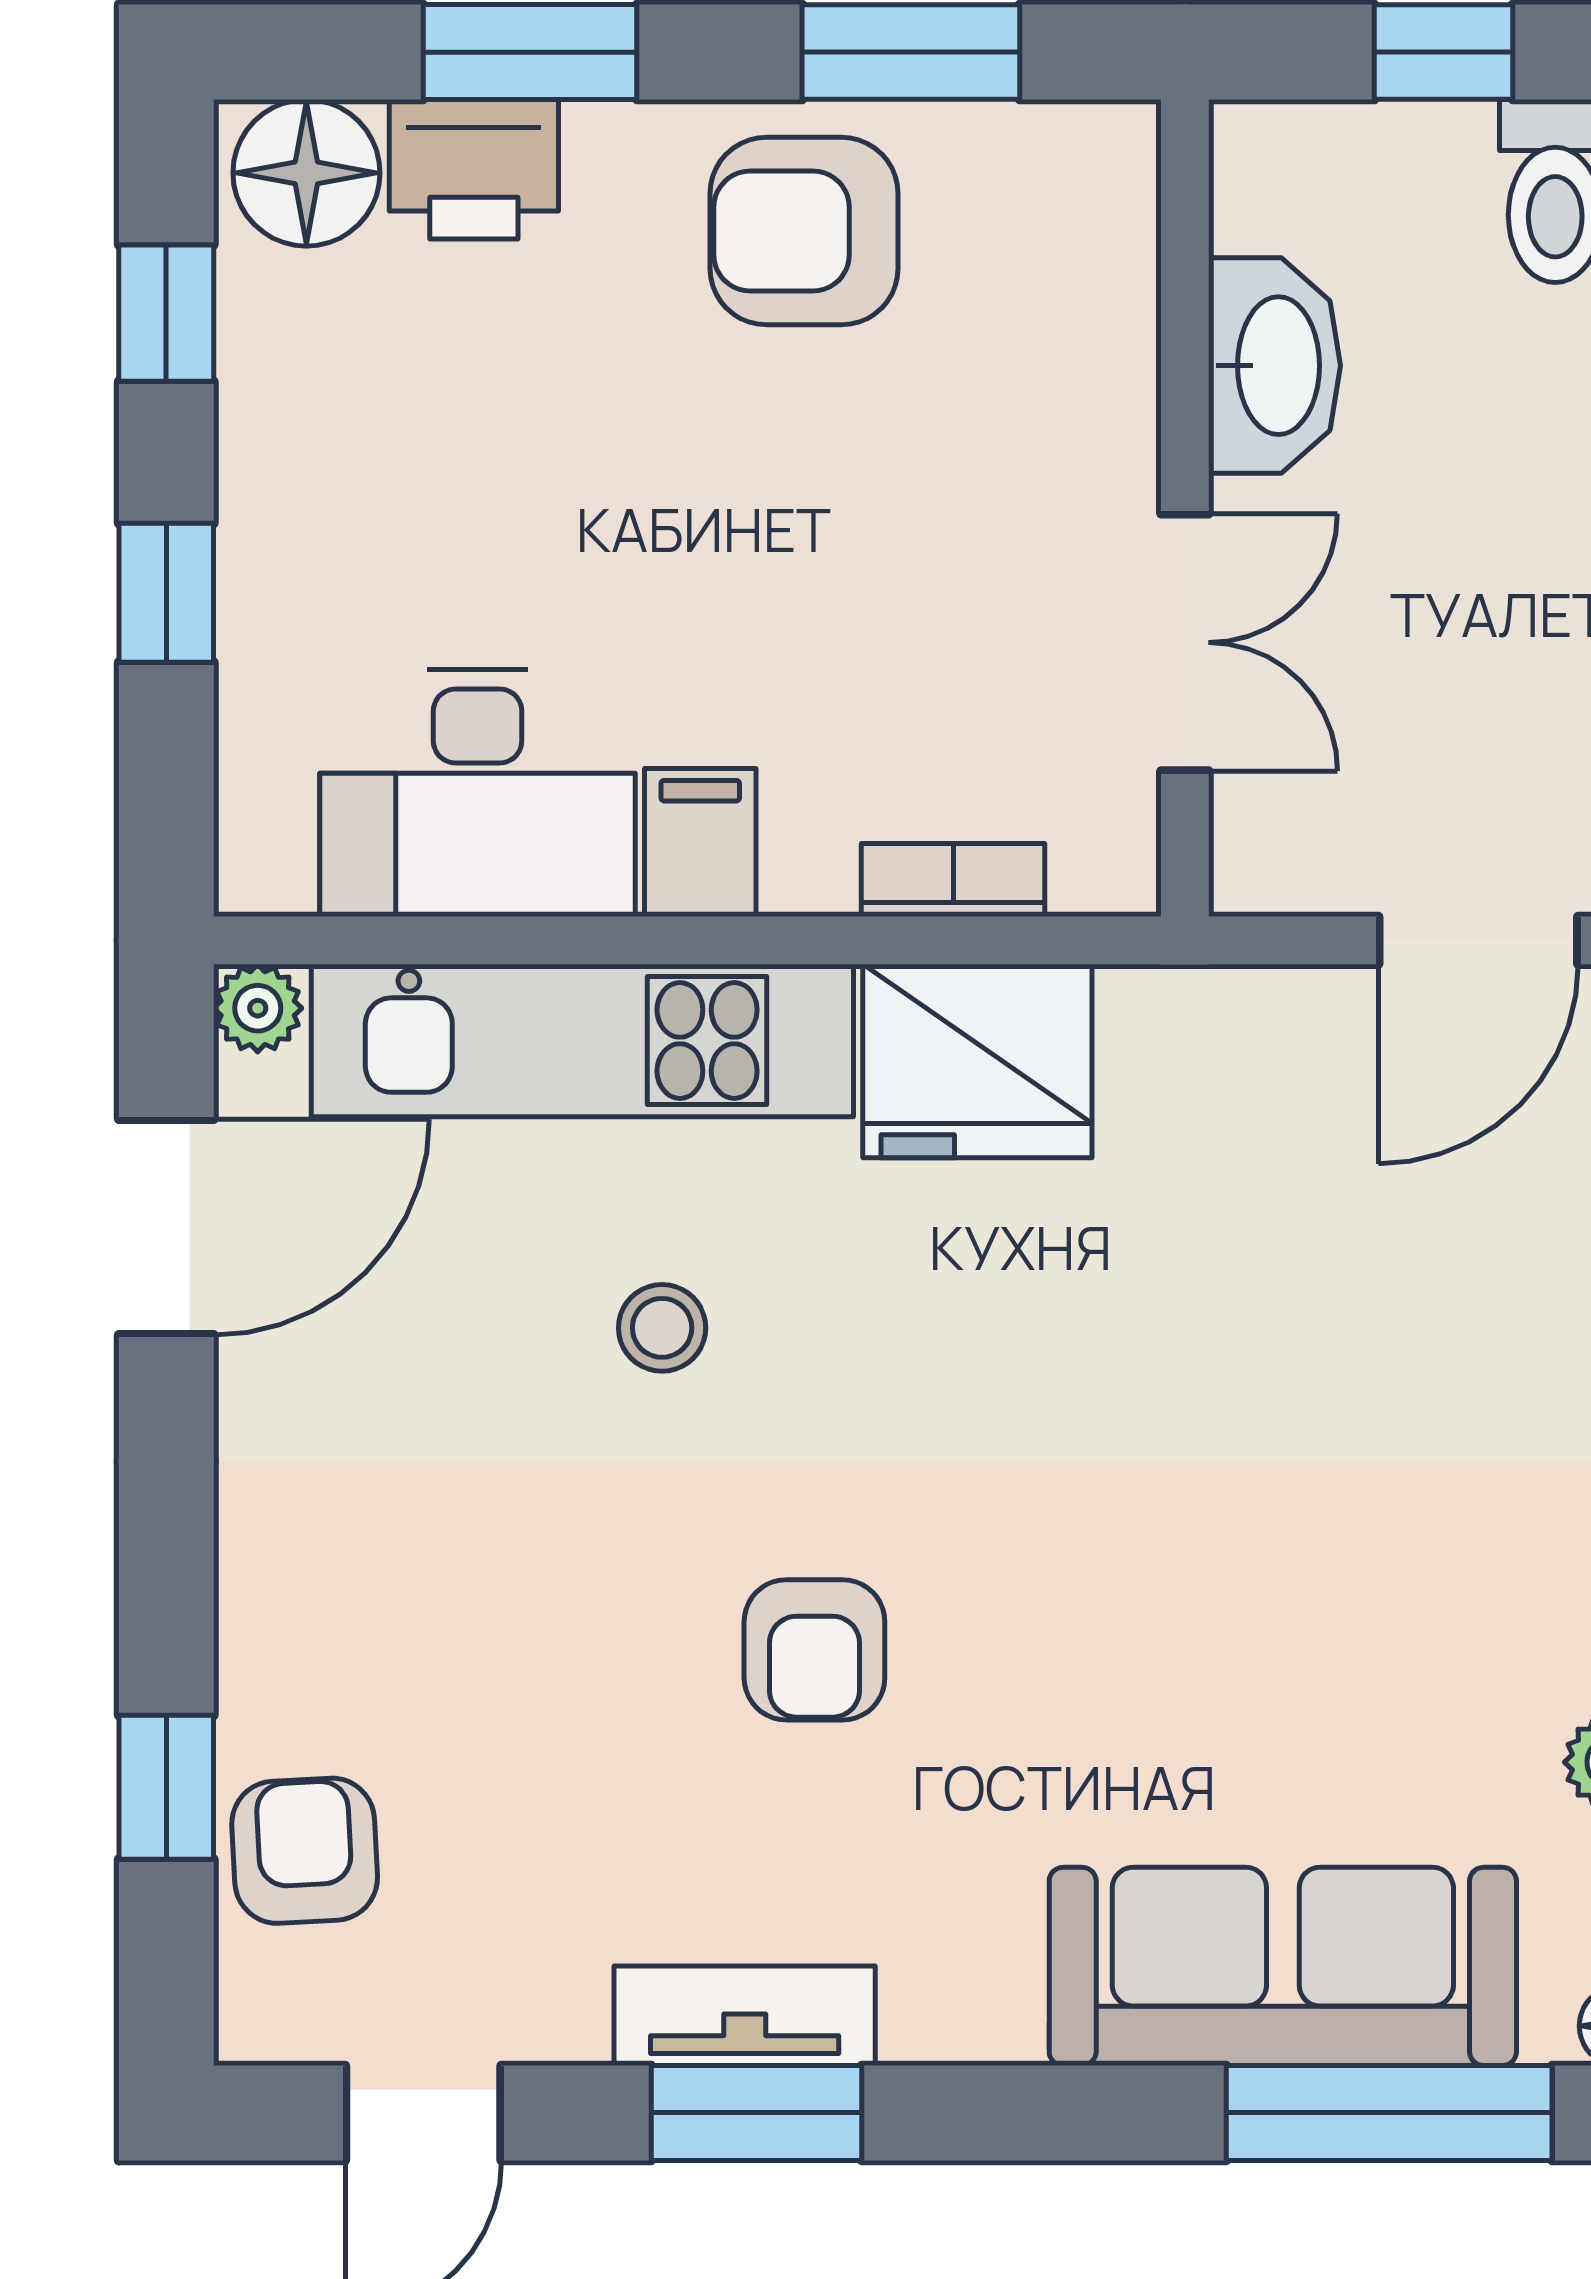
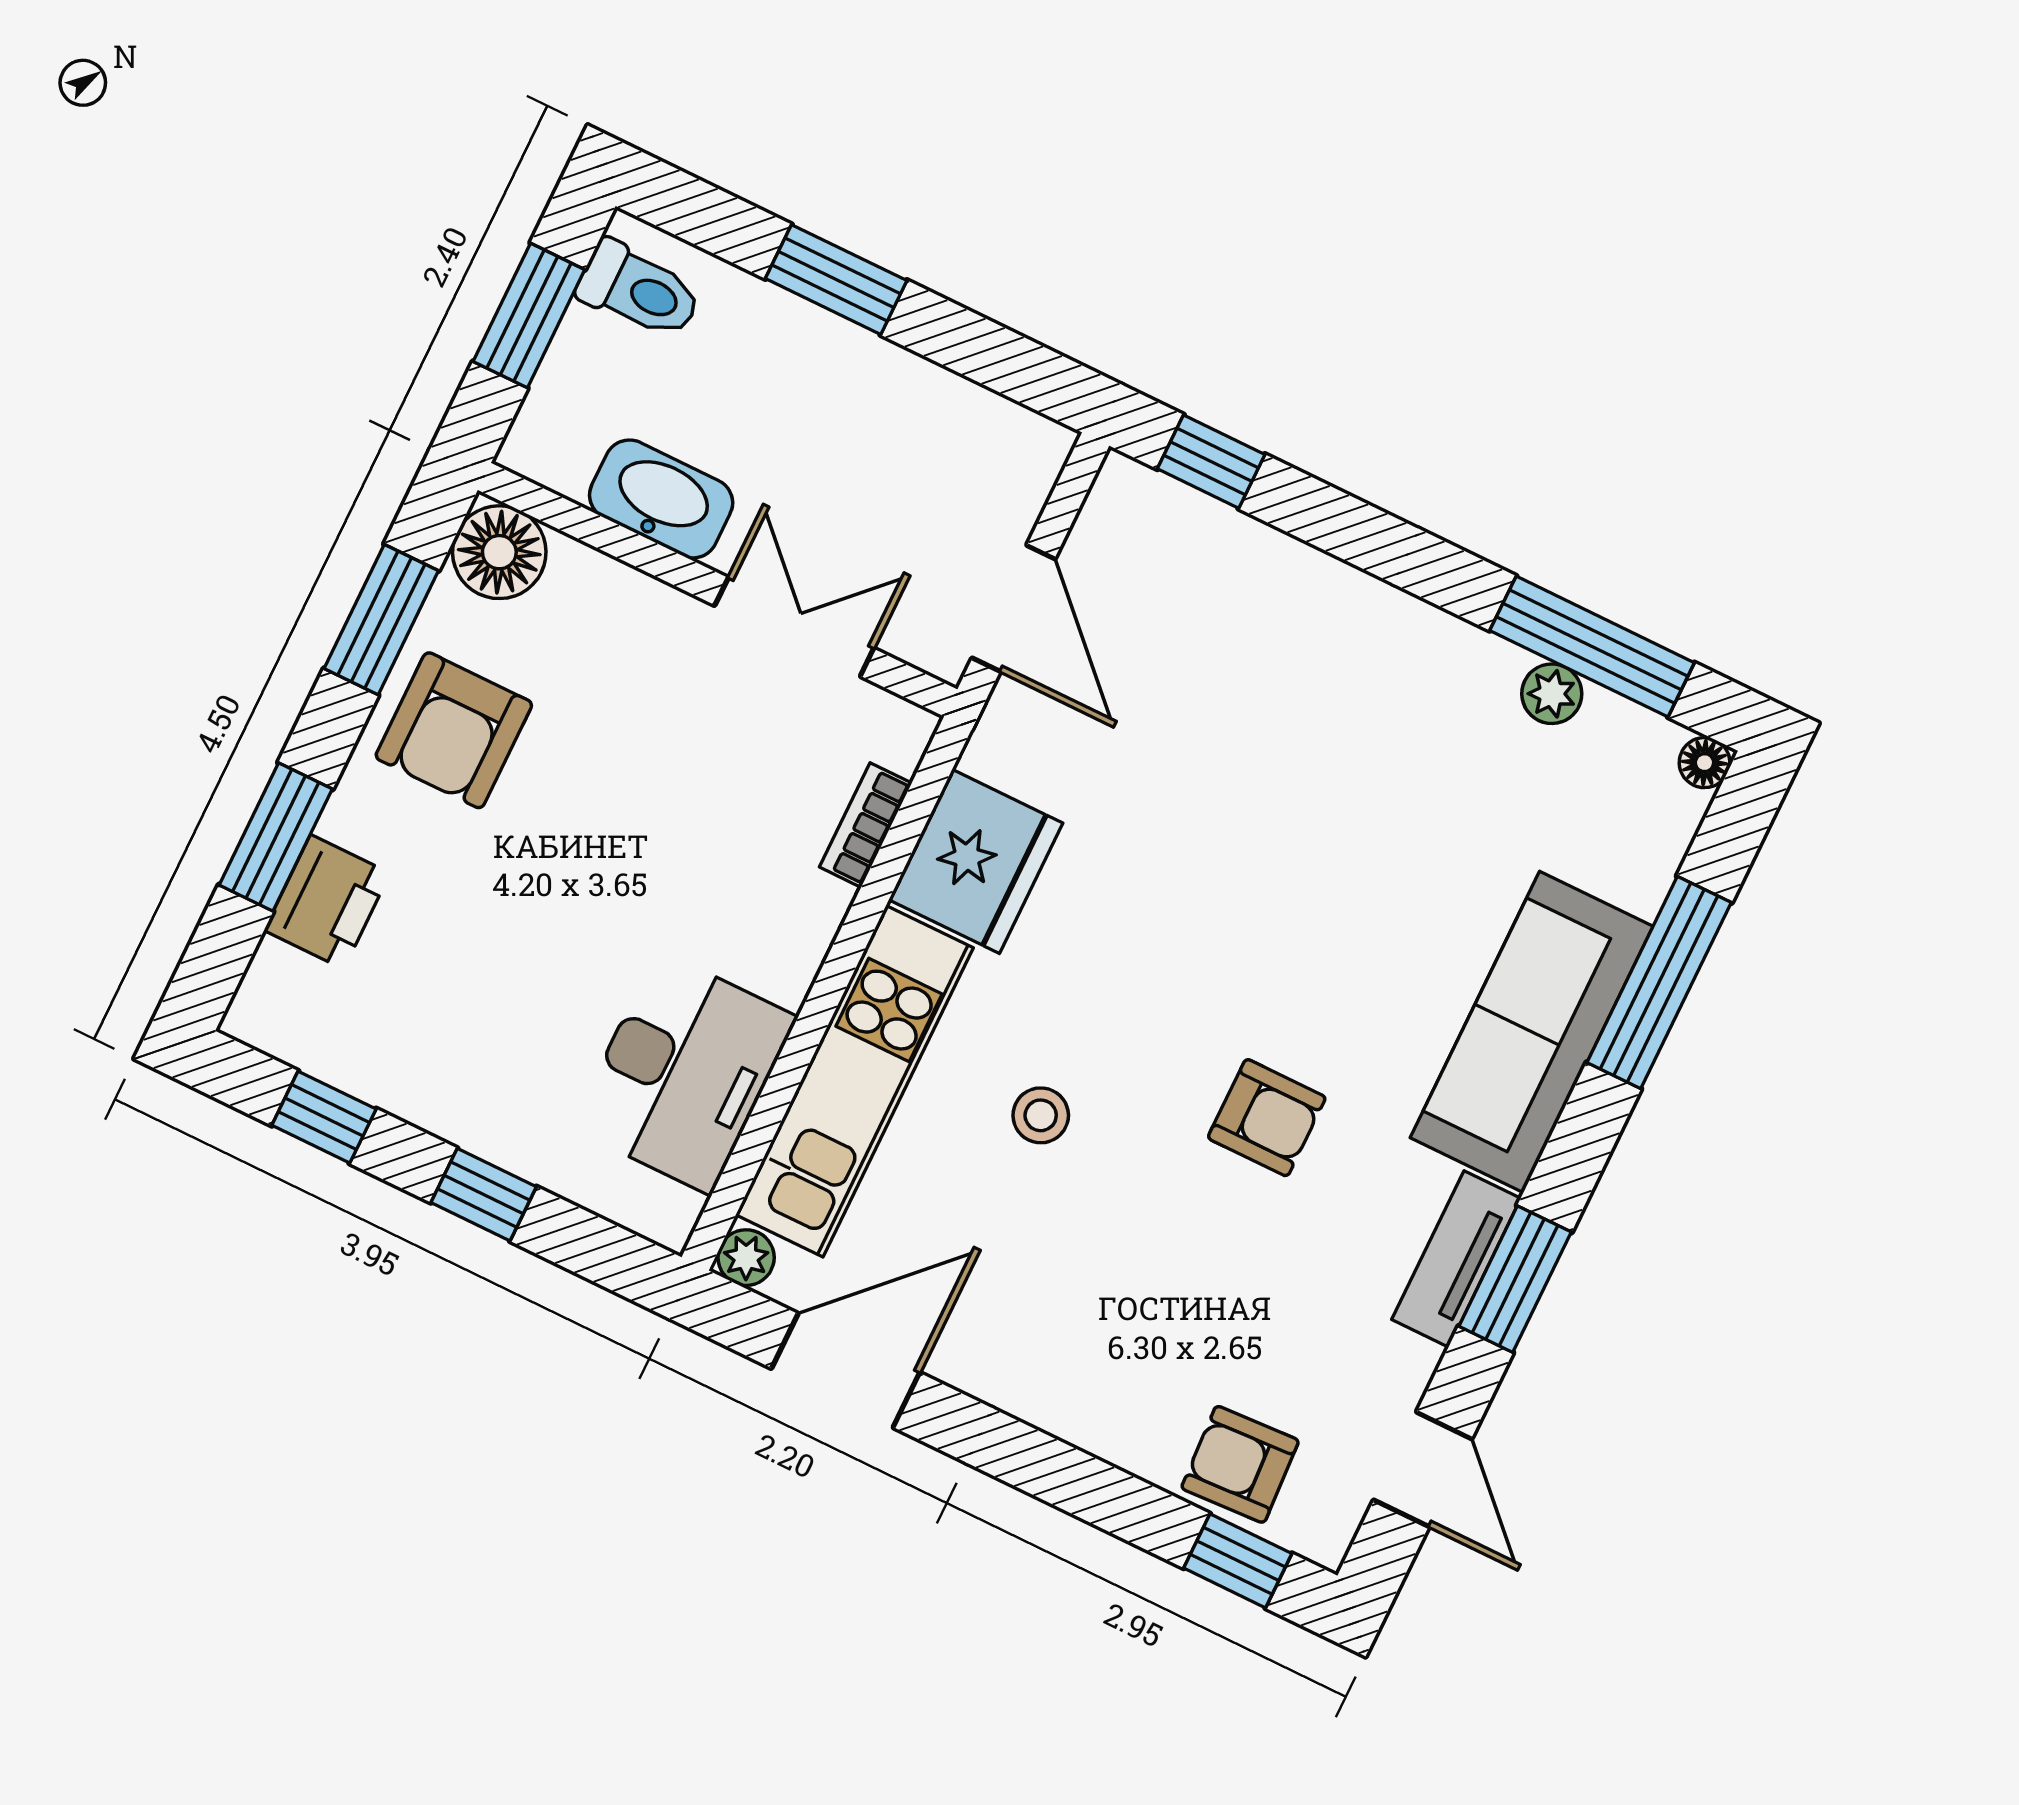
window: (1444, 52) -> (529, 316), width x1.50
floor lamp: (306, 173) -> (499, 552), moved
filing cabinet: (700, 843) -> (774, 959), removed
door: (1478, 940) -> (1014, 608), moved
door: (166, 1227) -> (846, 1370), hinge flipped
window: (166, 1787) -> (1238, 1561), moved
sofa: (1283, 1966) -> (1532, 1032), moved
window: (1389, 2113) -> (1659, 982), moved

